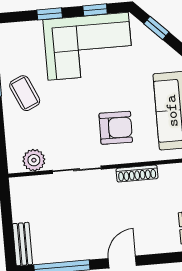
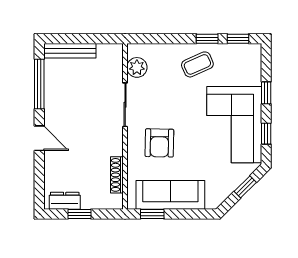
shoe rack: (137, 174) -> (117, 175), moved
bench: (23, 244) -> (70, 51), width x1.36

